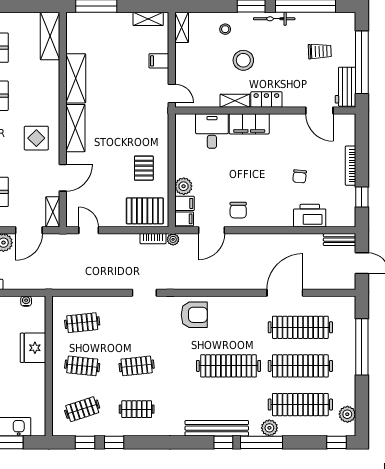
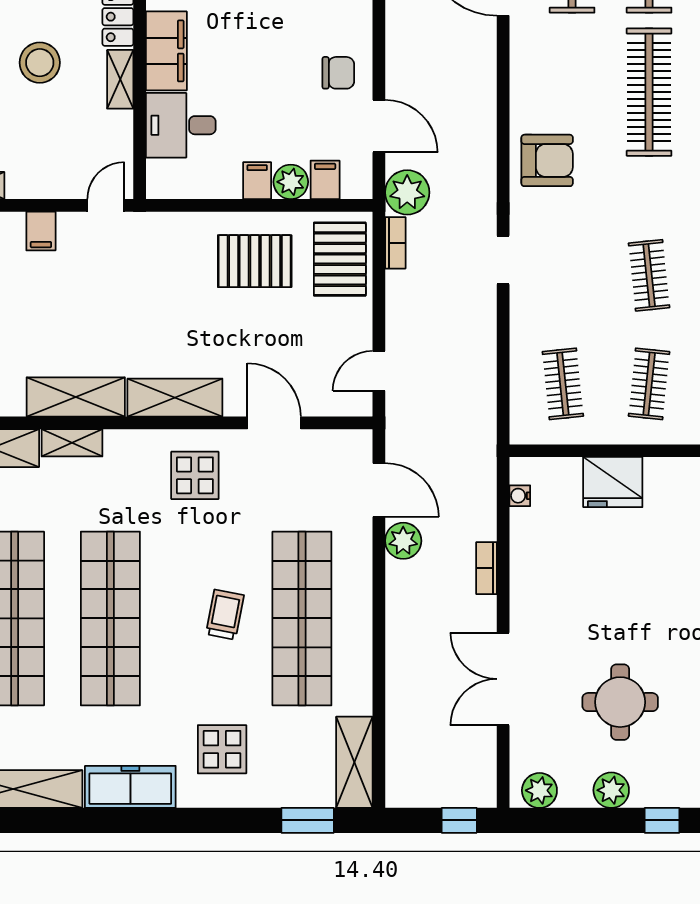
pallet: (144, 168) -> (255, 261), width x1.50, depth x1.42
shelving: (53, 212) -> (72, 443), moved
filing cabinet: (184, 219) -> (257, 181), moved
plant: (173, 239) -> (407, 192), width x1.87, depth x1.87
armchair: (194, 315) -> (547, 160), turned 90

